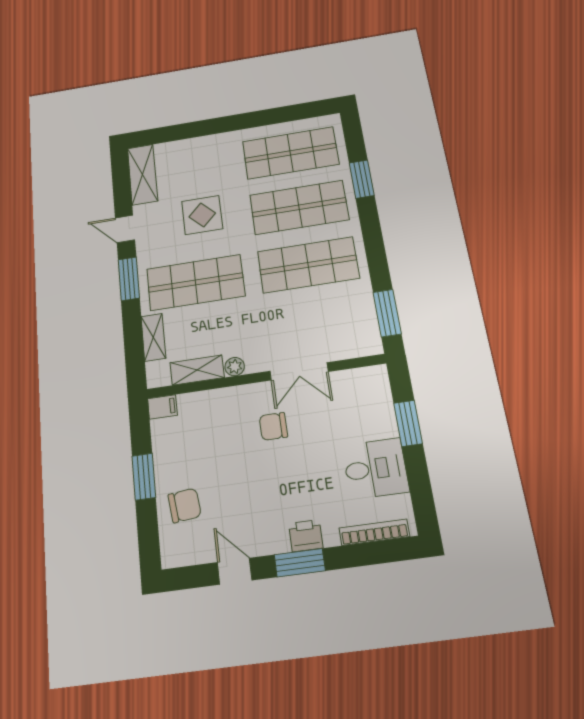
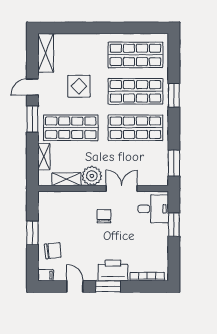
window: (362, 179) -> (174, 95), moved
door: (125, 229) -> (32, 87), hinge flipped
plant: (235, 367) -> (92, 176), width x1.87, depth x1.87
double door: (299, 371) -> (122, 188), swing flipped
filing cabinet: (162, 407) -> (46, 275), moved
chair: (273, 426) -> (104, 216), turned 90
desk: (375, 468) -> (153, 209), moved
printer: (306, 536) -> (113, 270), width x1.87, depth x1.48

